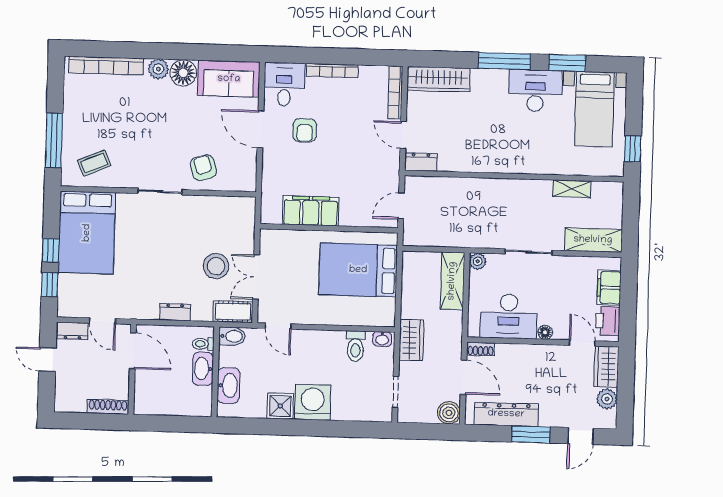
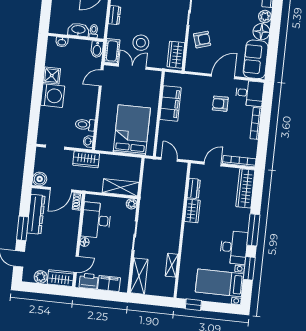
dresser: (421, 162) -> (194, 189), moved
wardrobe: (481, 162) -> (192, 211), added
wardrobe: (231, 208) -> (176, 55), added
washbasin: (228, 385) -> (62, 42), width x0.52, depth x0.69

